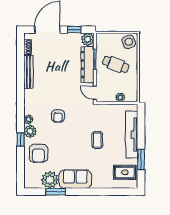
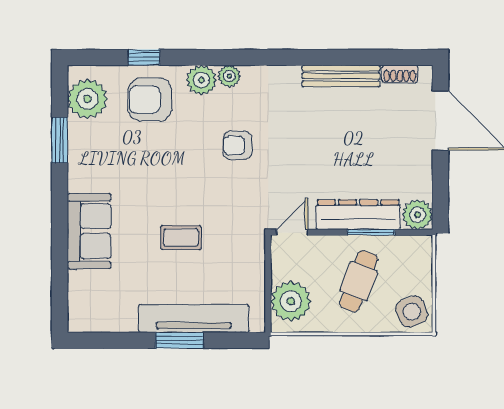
window: (74, 30) -> (440, 183), removed
plant: (120, 97) -> (291, 301), width x1.87, depth x1.87
window: (21, 140) -> (144, 57), moved
window: (141, 159) -> (180, 340), moved
rug: (125, 172) -> (105, 303), removed
sofa: (75, 179) -> (89, 231), moved
plant: (50, 180) -> (88, 99), moved

